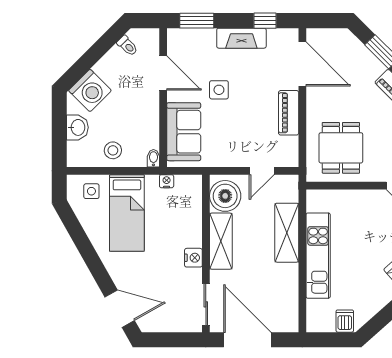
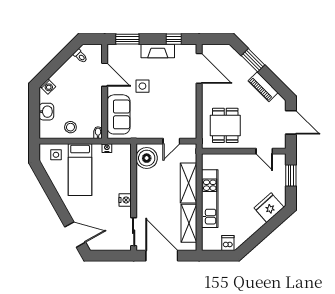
washing machine: (90, 90) -> (48, 87), width x0.53, depth x0.53
piano: (289, 113) -> (190, 102), removed
shelving: (221, 241) -> (189, 223), moved

